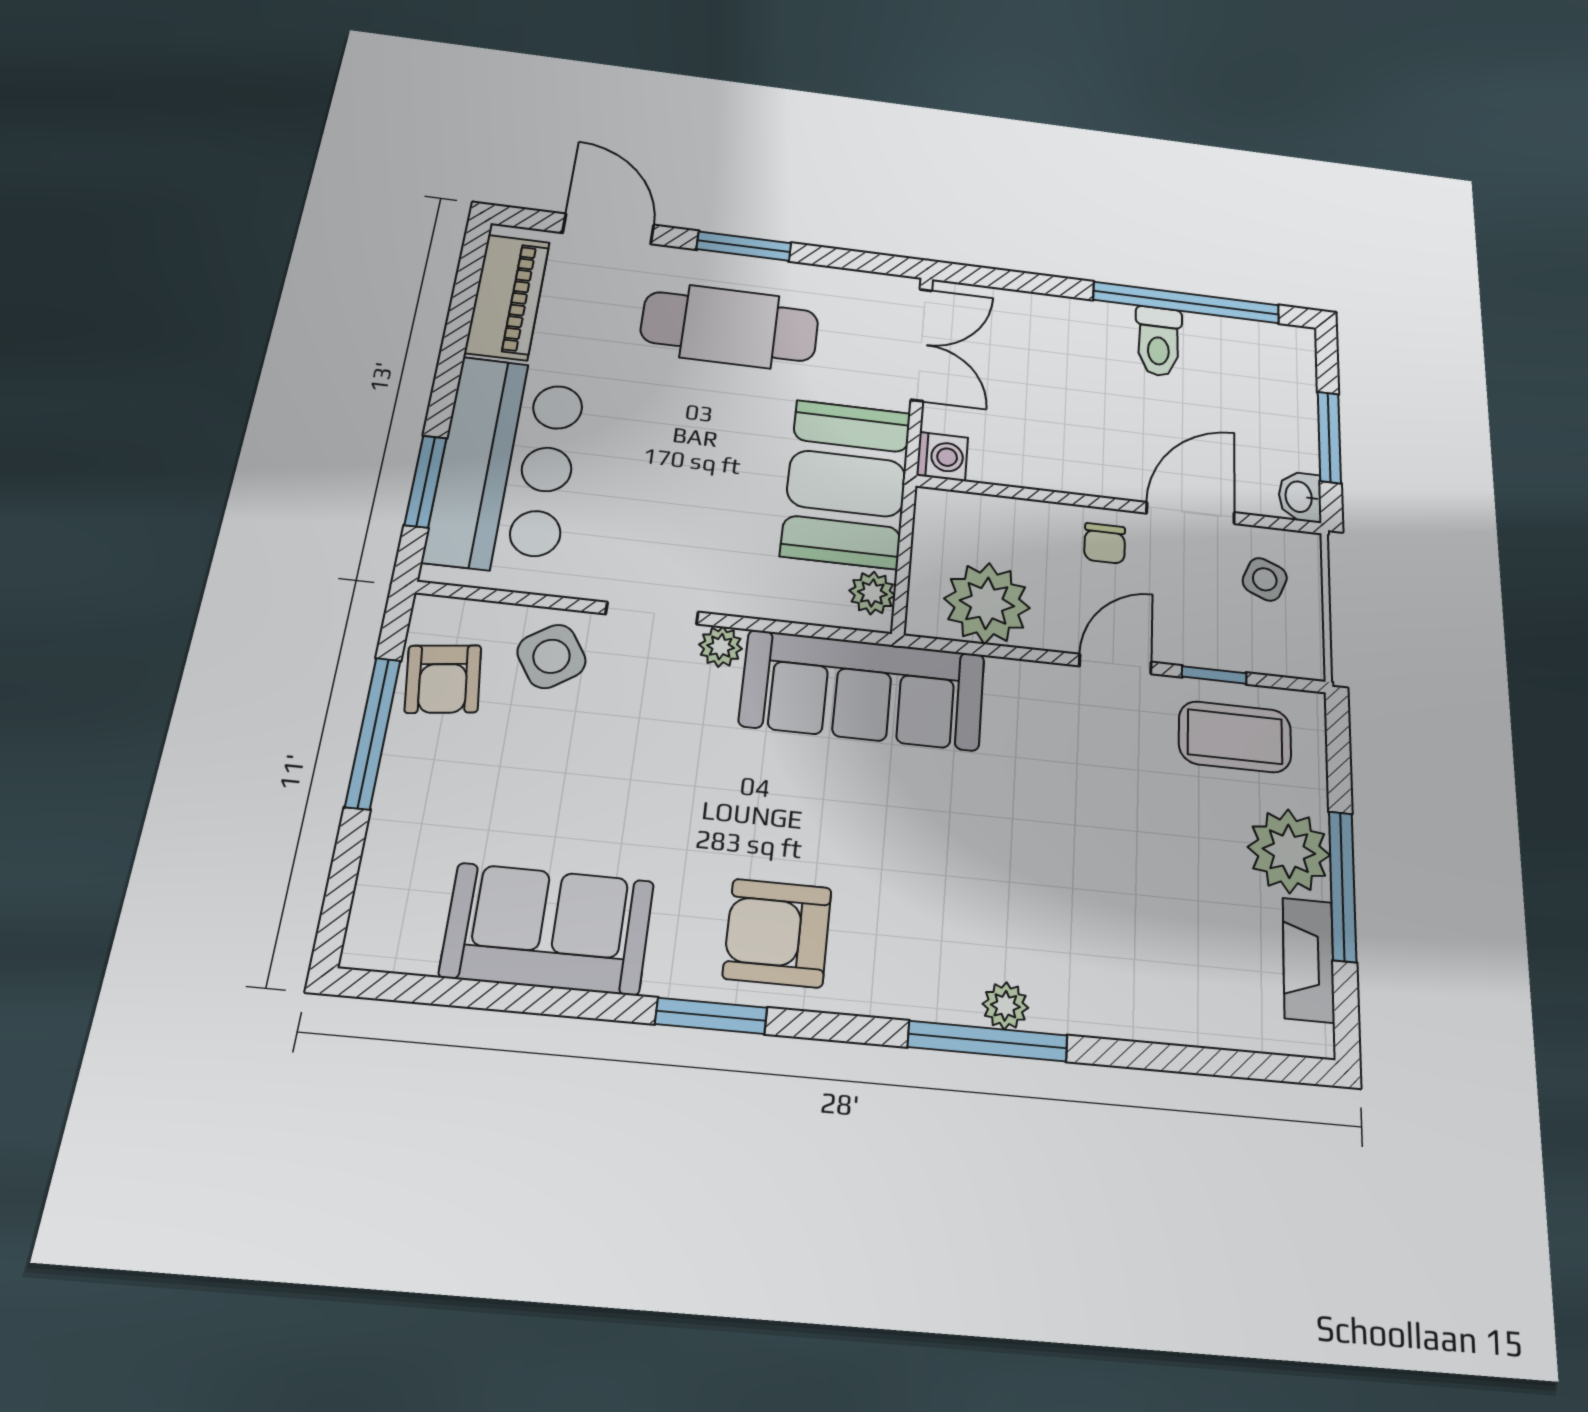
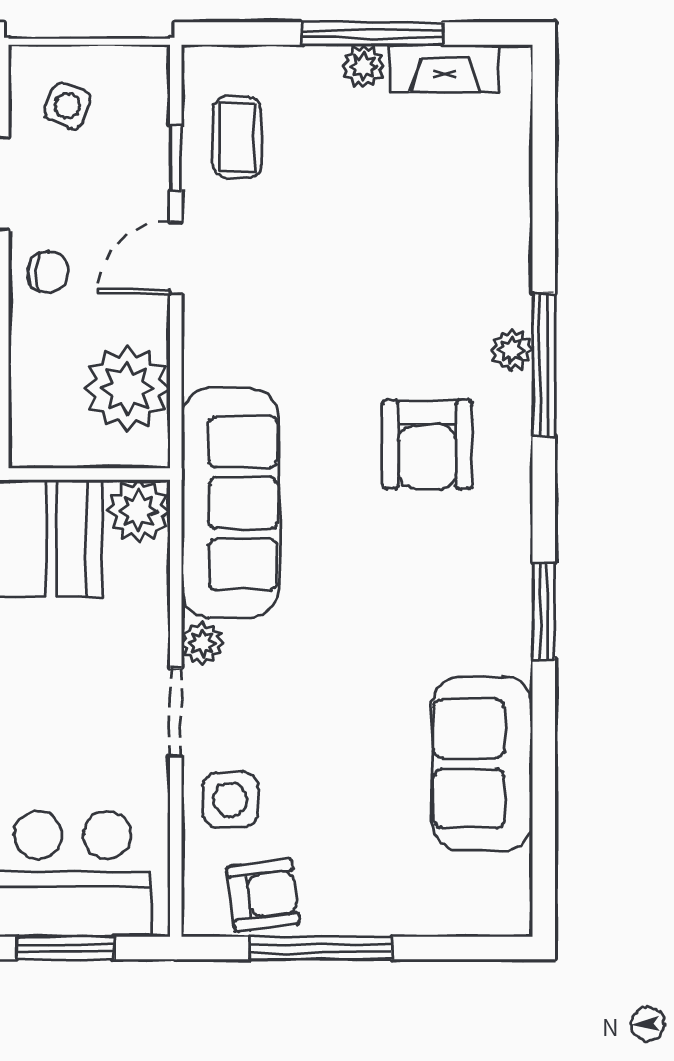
plant: (872, 593) -> (138, 511), width x1.38, depth x1.38
side table: (551, 656) -> (230, 800), turned 33
door: (1115, 664) -> (176, 258), hinge flipped
coffee table: (1235, 737) -> (237, 137), width x0.73, depth x0.77
plant: (1289, 851) -> (363, 66), width x0.53, depth x0.53
armchair: (777, 933) -> (427, 445), moved

